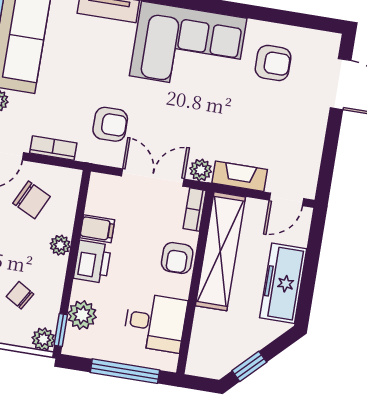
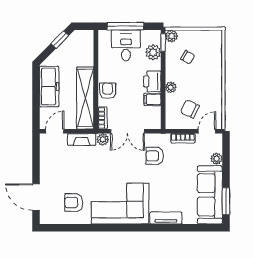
desk: (155, 322) -> (126, 45), moved, turned 90

